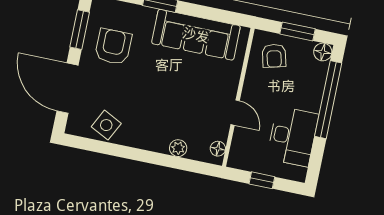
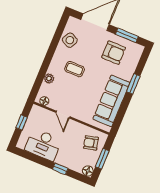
window: (328, 100) -> (60, 169), width x0.32
coffee table: (154, 108) -> (75, 69), added
door: (235, 113) -> (63, 115), hinge flipped

